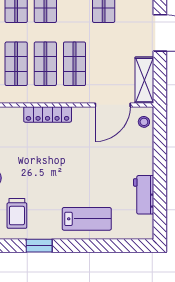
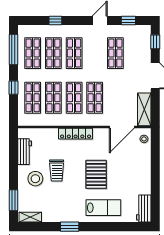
pallet: (77, 172) -> (96, 174), added
workbench: (144, 195) -> (144, 209), moved
trolley: (17, 213) -> (57, 171), moved

